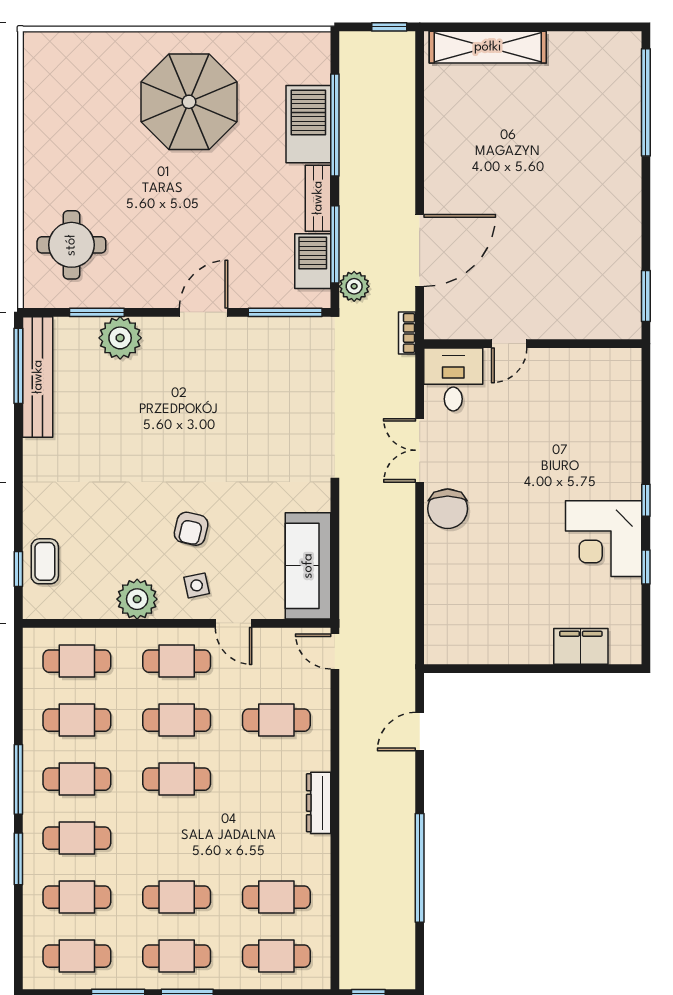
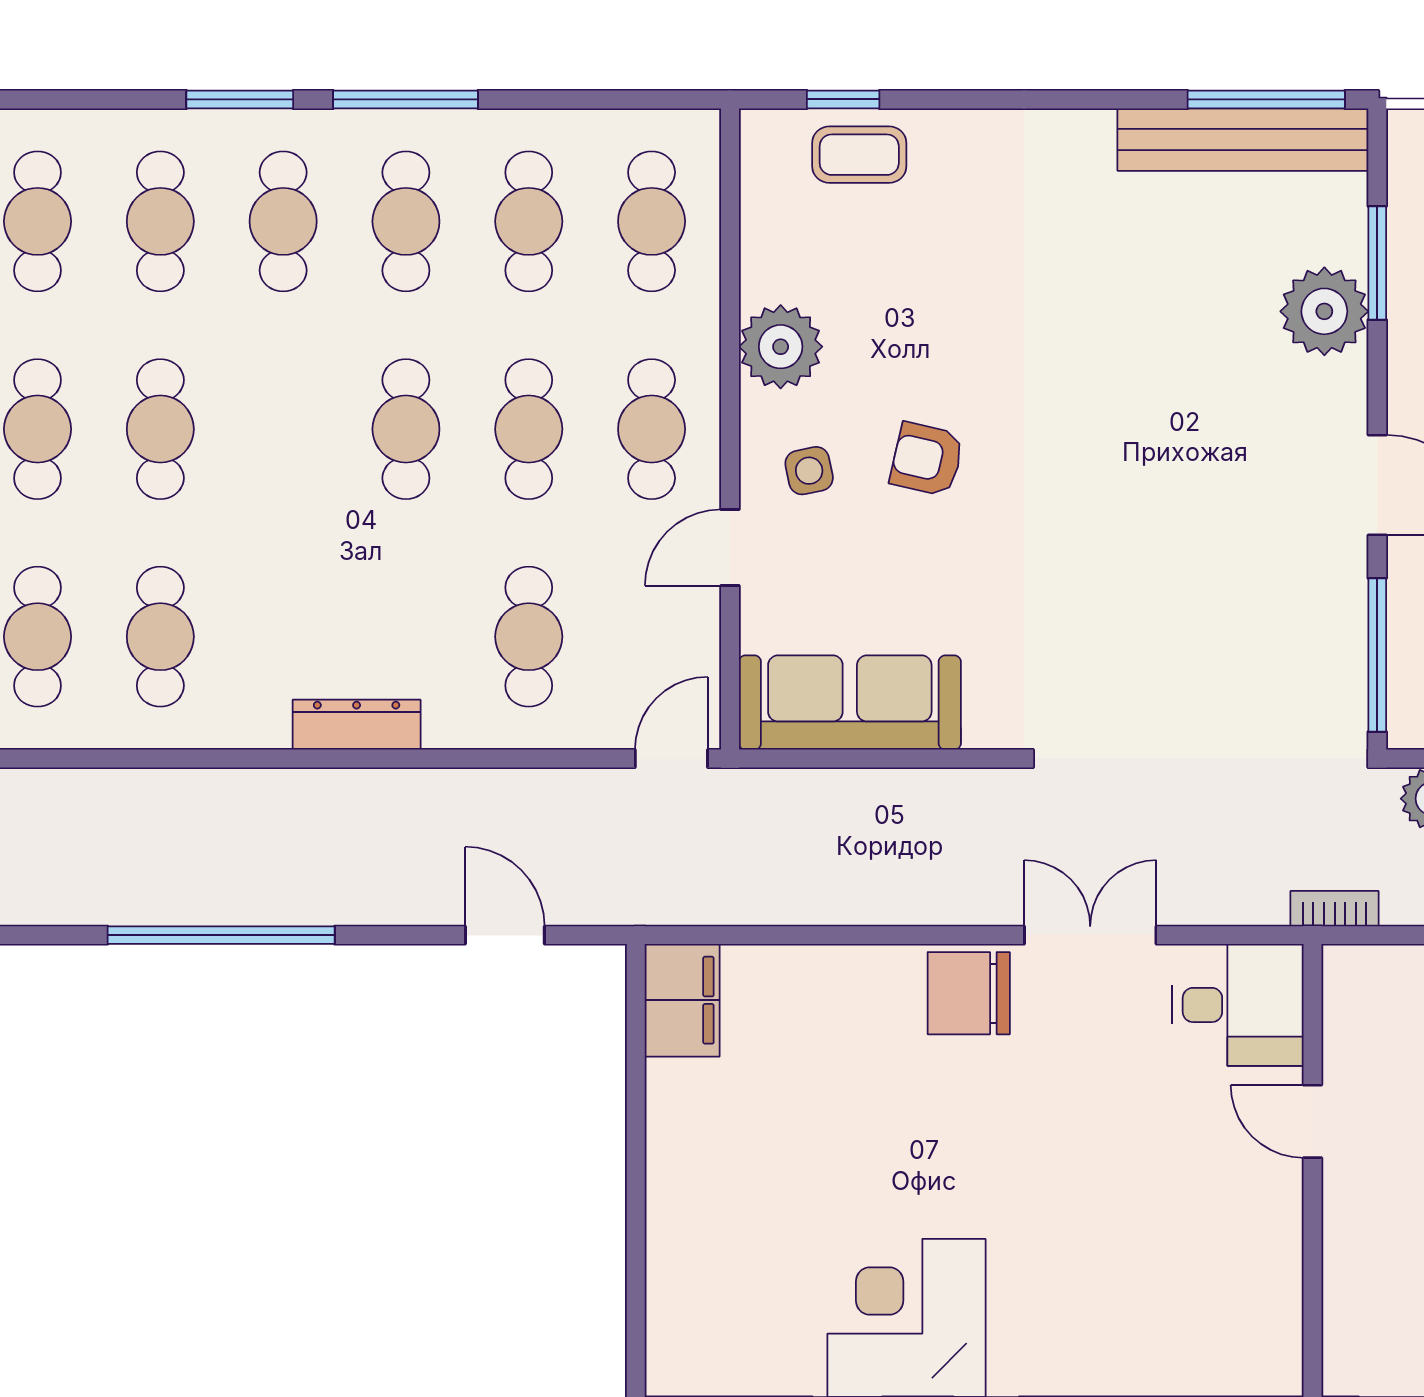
filing cabinet: (581, 646) -> (682, 1000), moved

